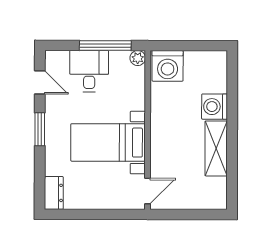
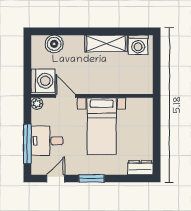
window: (105, 45) -> (27, 144), moved
boiler: (216, 81) -> (54, 44), added
washing machine: (214, 107) -> (138, 45), moved
door: (148, 191) -> (66, 96), moved

